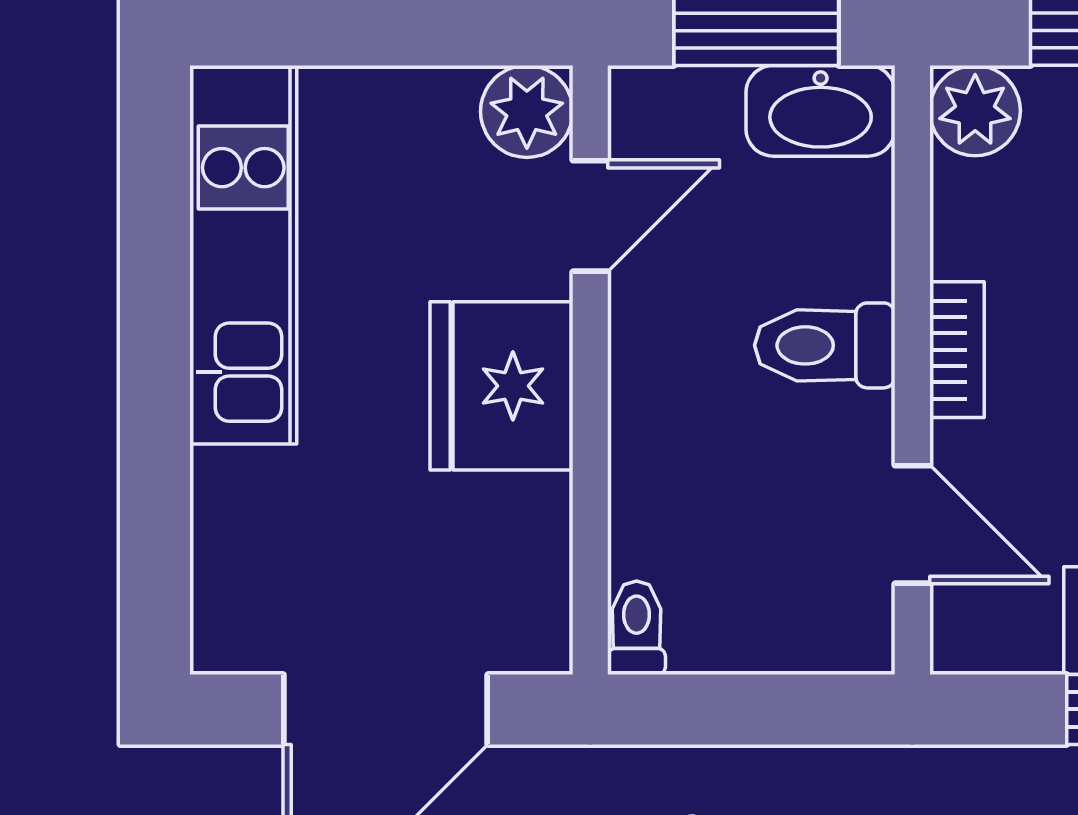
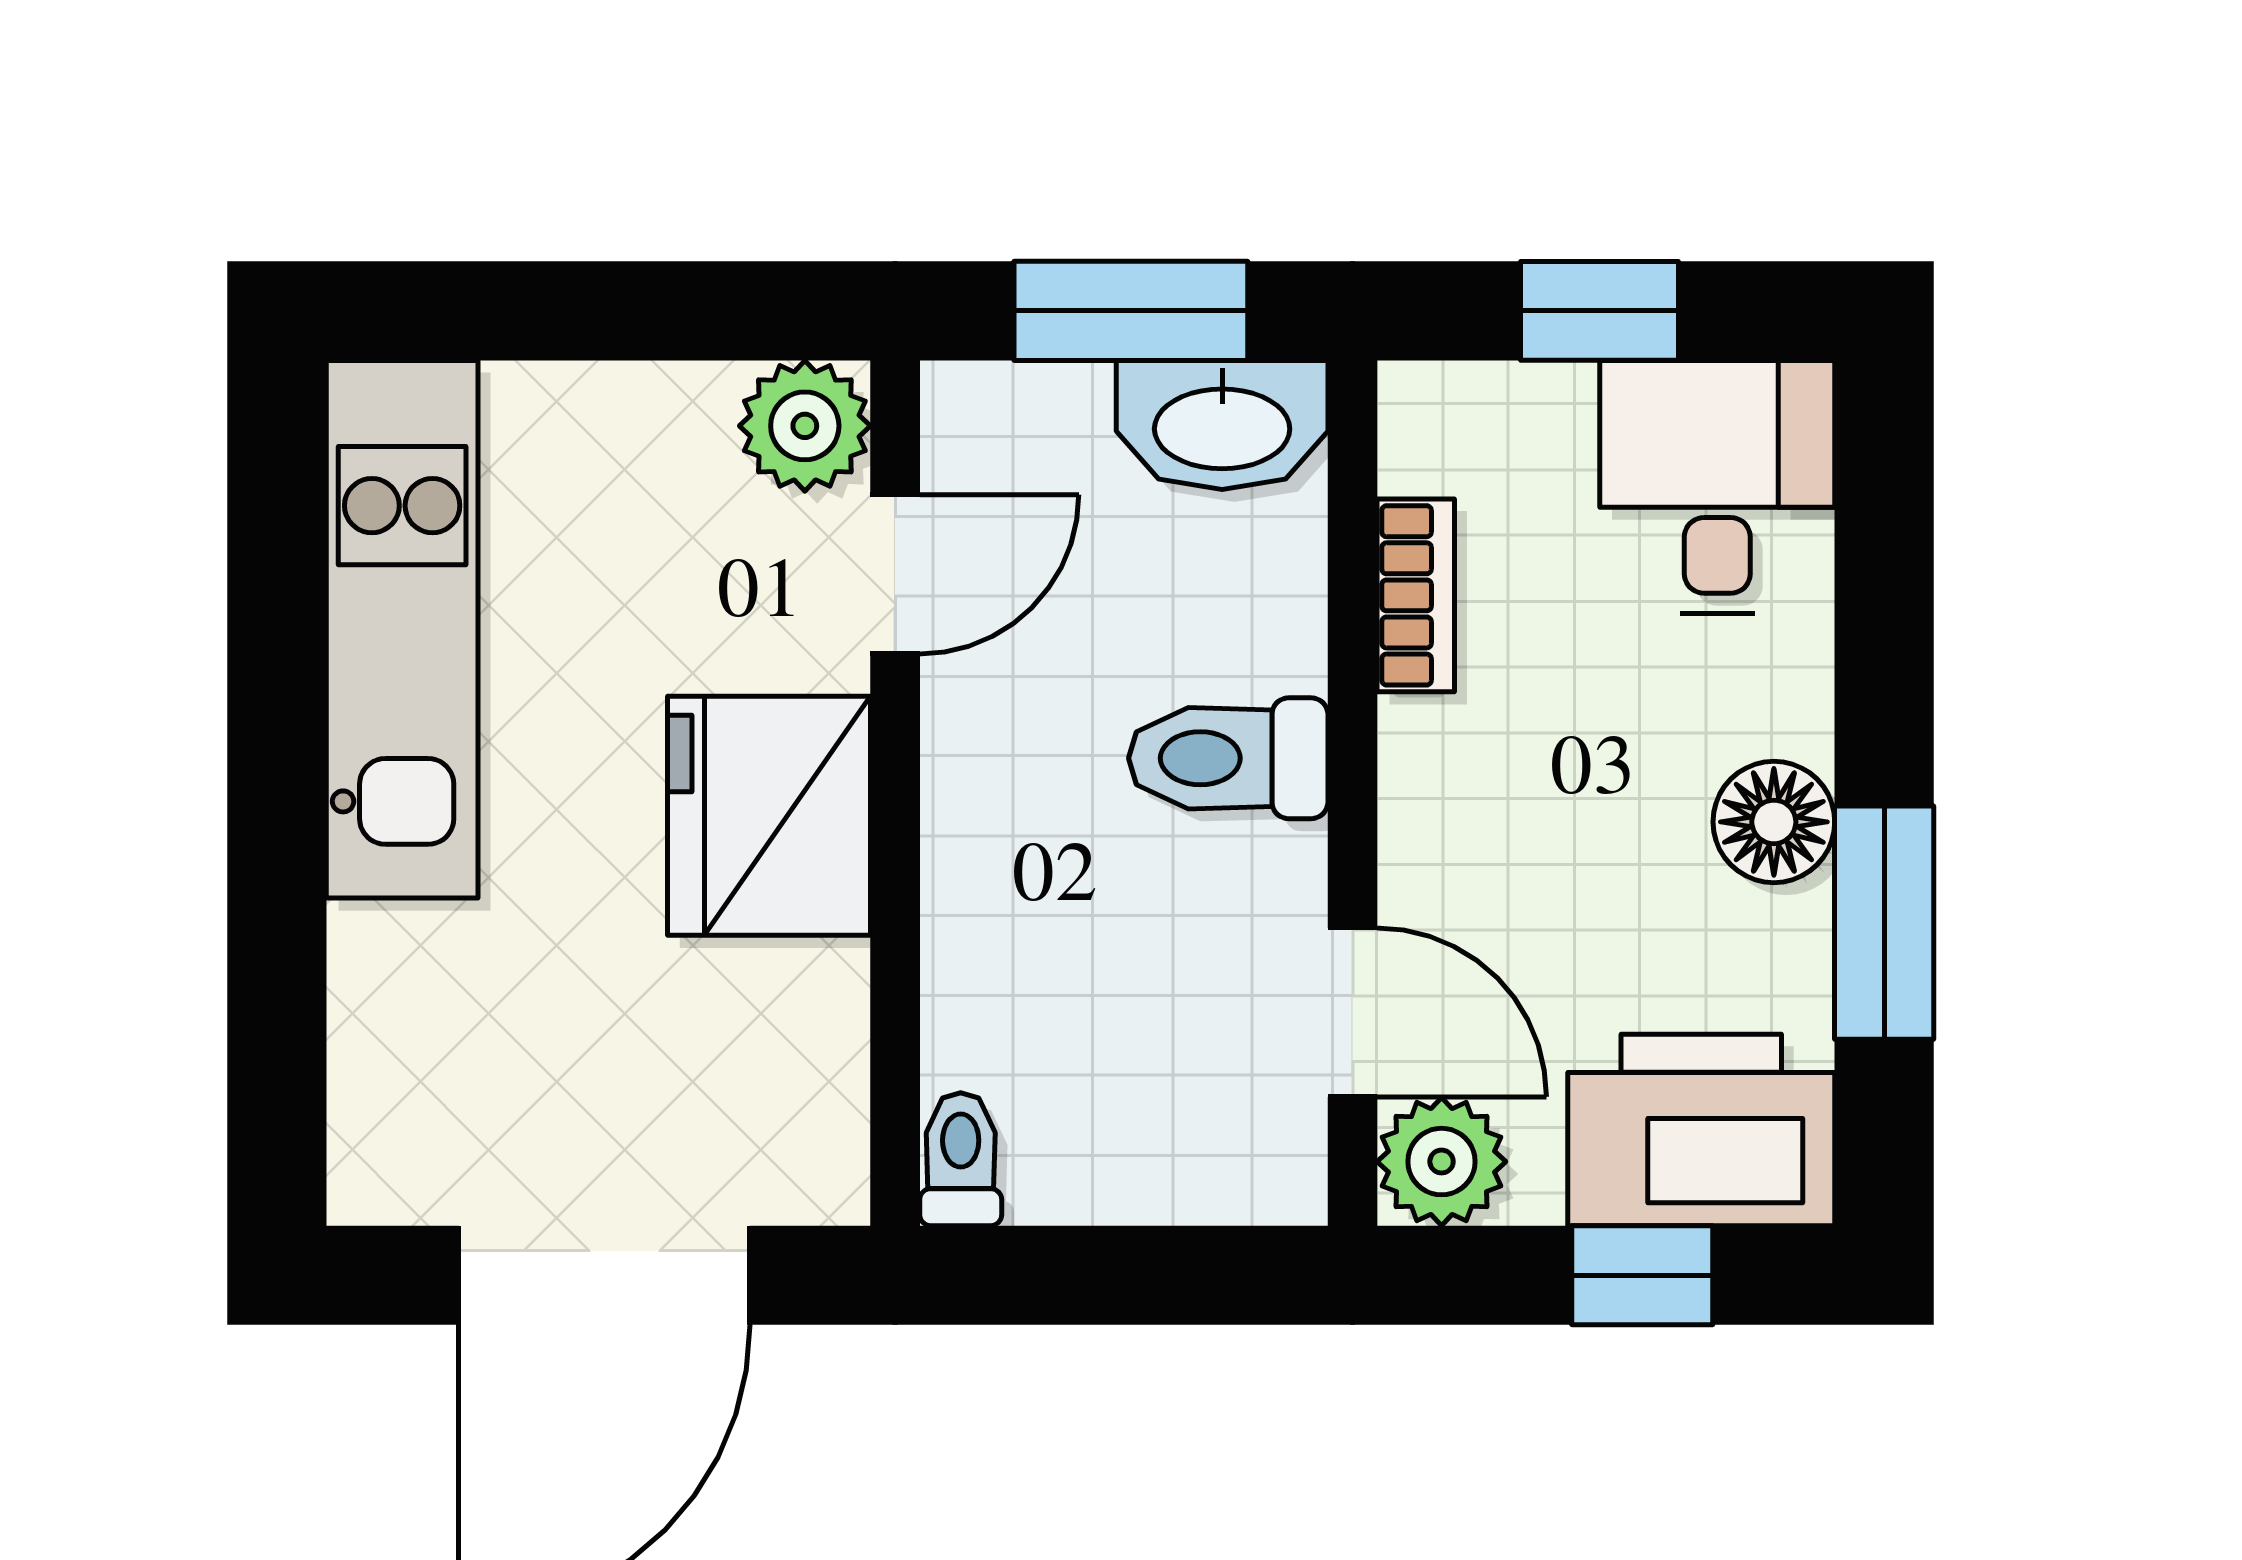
plant: (975, 111) -> (1442, 1162), moved
bookcase: (957, 350) -> (1416, 595), moved

